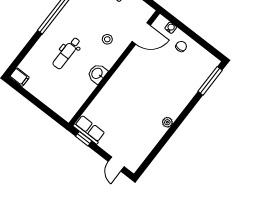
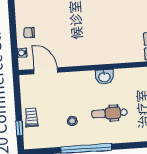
stool: (107, 39) -> (72, 121), moved
dental chair: (67, 53) -> (109, 113), turned 180

